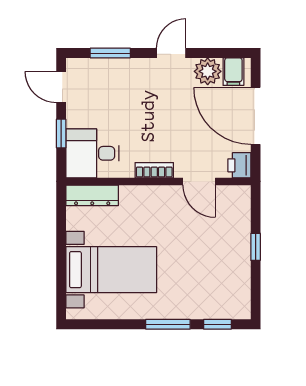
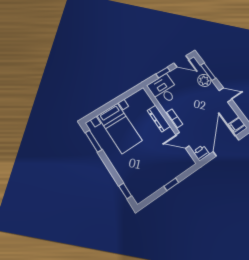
plant: (208, 71) -> (204, 80), moved
door: (61, 87) -> (181, 61), swing flipped
door: (199, 181) -> (182, 140), hinge flipped
dresser: (92, 195) -> (159, 118), moved
window: (168, 324) -> (94, 141), moved

